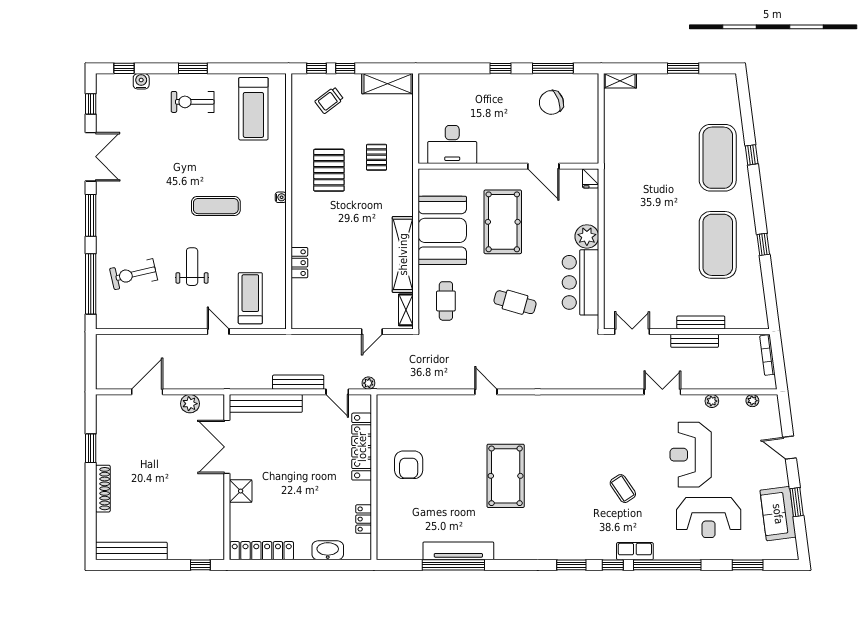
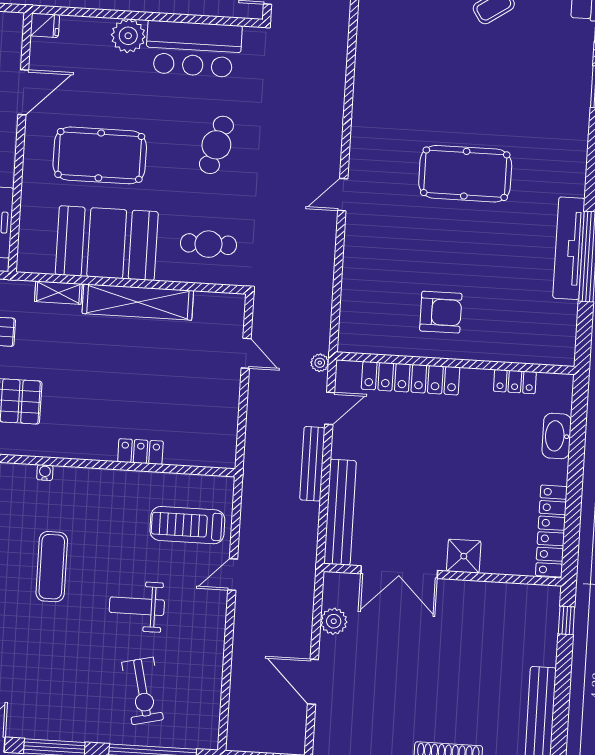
shelving: (406, 310) -> (58, 293), moved

